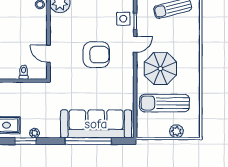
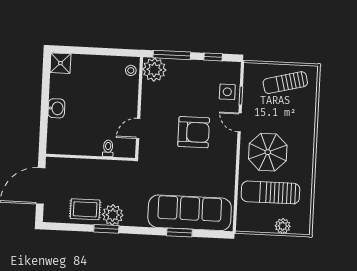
door: (135, 44) -> (240, 122), swing flipped
door: (48, 54) -> (138, 128), hinge flipped
plant: (35, 133) -> (113, 215), width x1.88, depth x1.88
window: (88, 141) -> (179, 232), width x0.47

